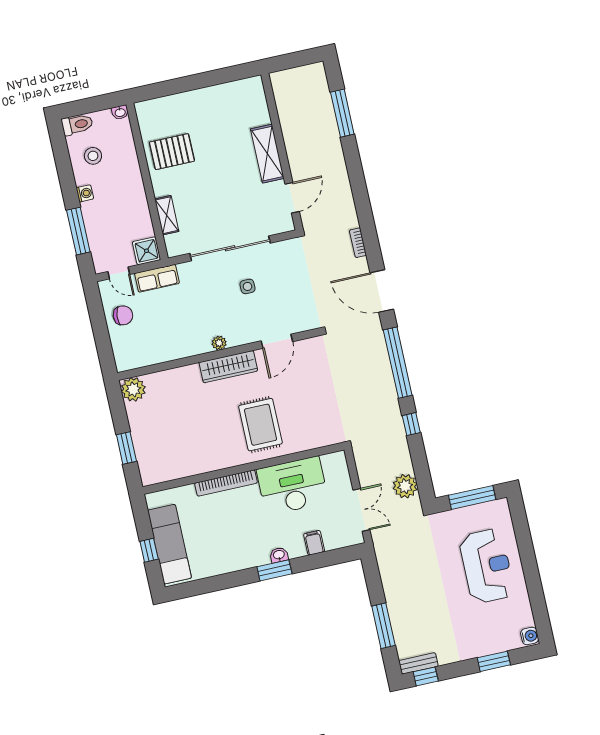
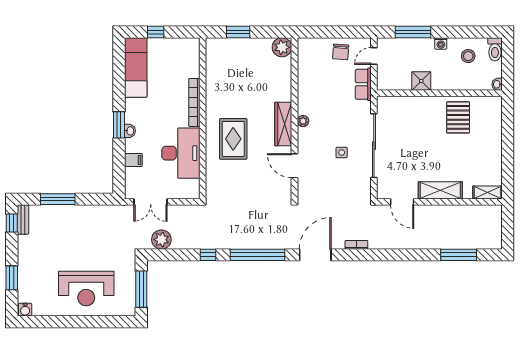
shelving: (167, 215) -> (487, 193), moved
shower: (147, 251) -> (421, 81), moved
rug: (260, 425) -> (233, 139), turned 90
exam couch: (170, 544) -> (136, 67), moved, turned -90

